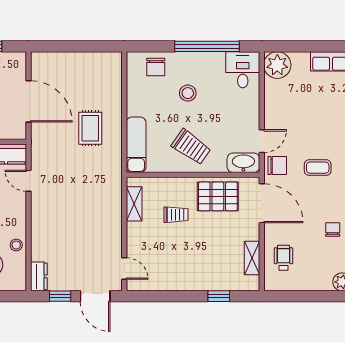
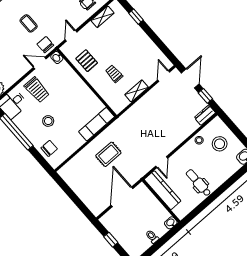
trolley: (191, 147) -> (37, 90), moved, turned 145
washbasin: (243, 163) -> (57, 57), width x0.52, depth x0.69
pallet: (218, 196) -> (87, 61), width x0.67, depth x0.71
door: (262, 203) -> (71, 36), width x0.53
shelving: (134, 204) -> (137, 91), moved

